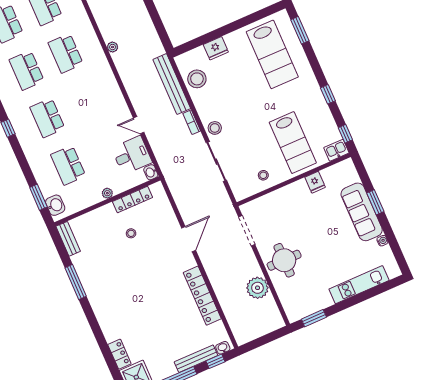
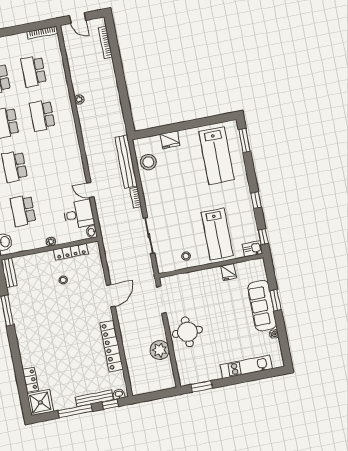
plant: (113, 47) -> (79, 99), moved
stool: (215, 128) -> (154, 207), removed

